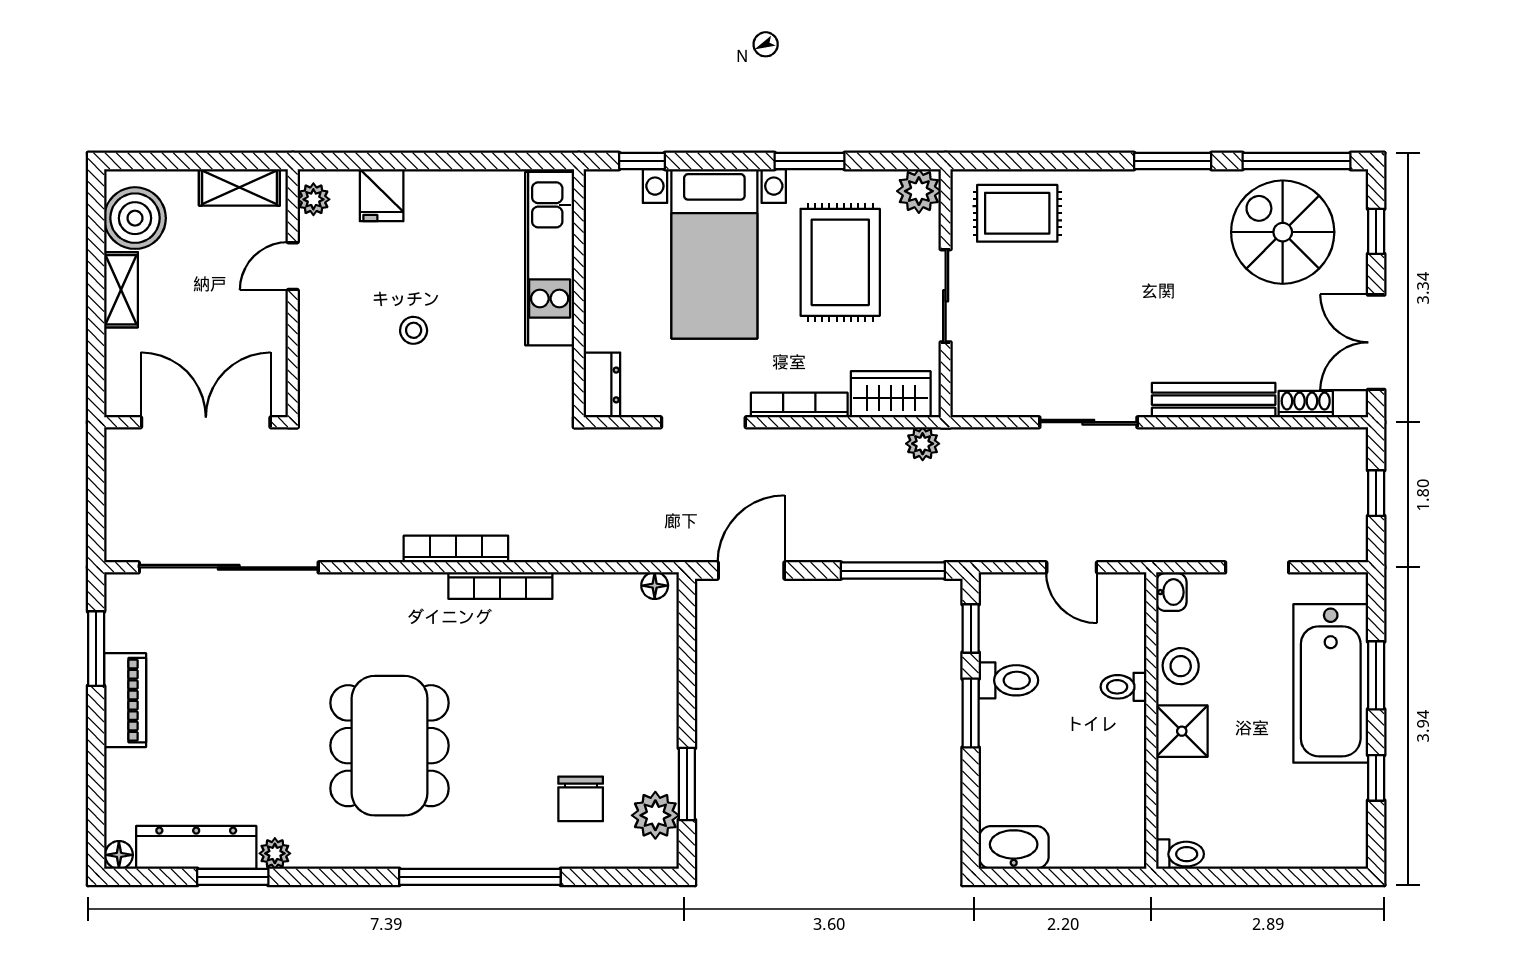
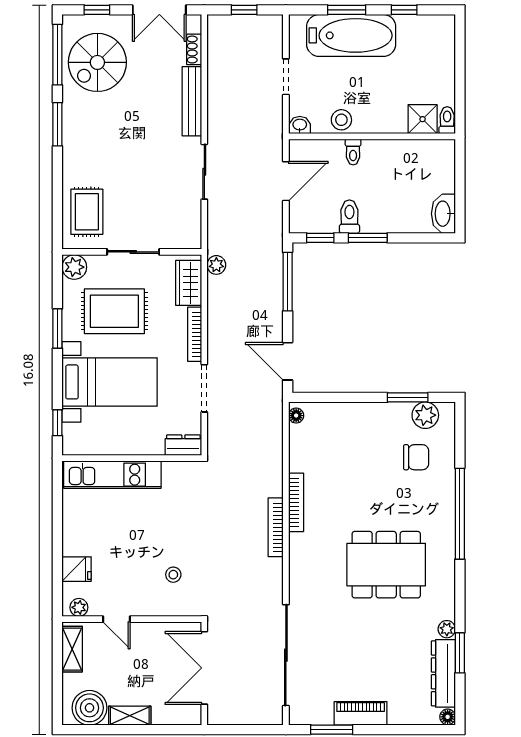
stool: (414, 330) -> (173, 575), moved
door: (1072, 567) -> (286, 181), width x1.38
shower: (1182, 731) -> (423, 119), moved

